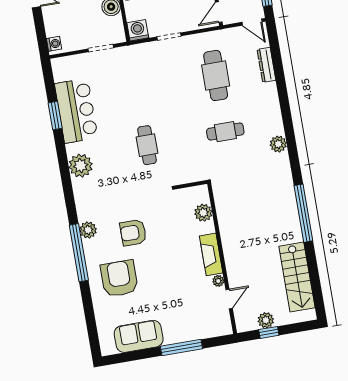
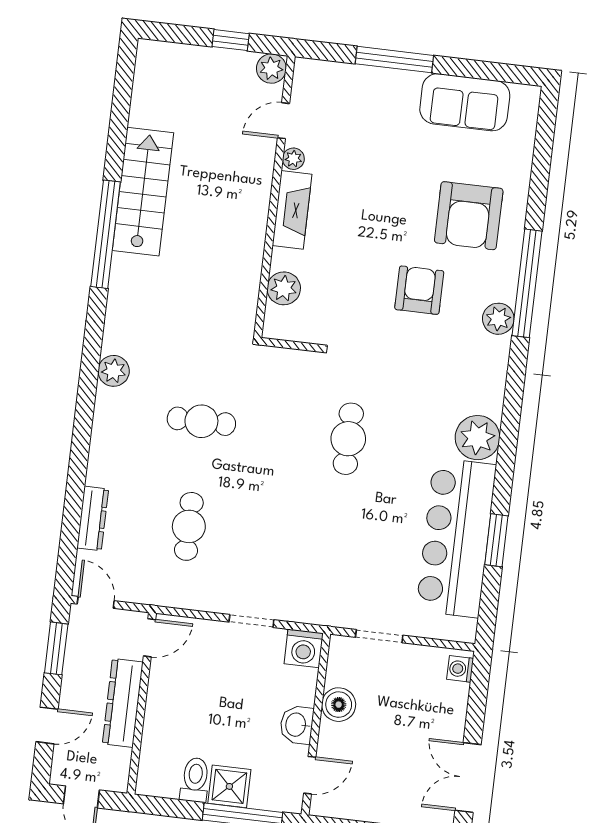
cafe table: (216, 75) -> (189, 526), width x0.73, depth x0.74
bar counter: (76, 111) -> (456, 538), width x1.36
armchair: (133, 233) -> (419, 290), turned -90
stairs: (297, 277) -> (143, 192), moved
plant: (266, 320) -> (271, 69), moved

